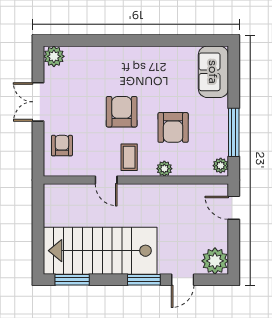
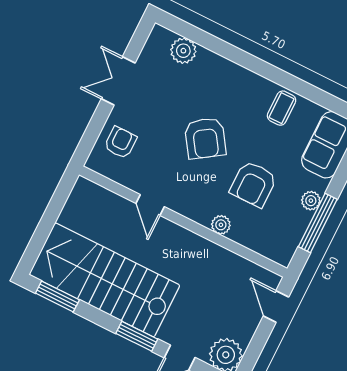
plant: (54, 56) -> (183, 51), moved
armchair: (122, 112) -> (205, 138), turned 146
coffee table: (129, 157) -> (282, 108), moved
plant: (221, 166) -> (311, 201), moved

